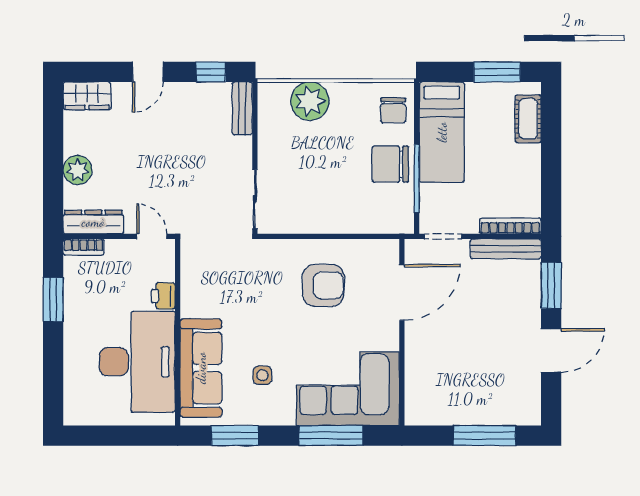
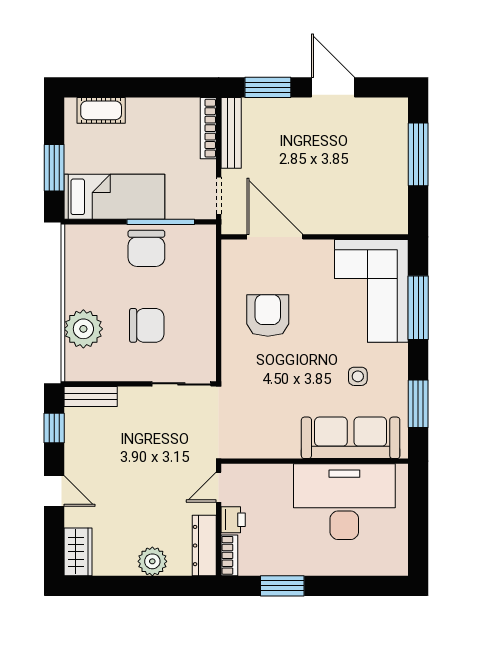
window: (497, 72) -> (54, 168), moved
chair: (393, 110) -> (147, 325), moved, width x1.37, depth x1.37
printer: (163, 296) -> (233, 520), moved, turned -90

